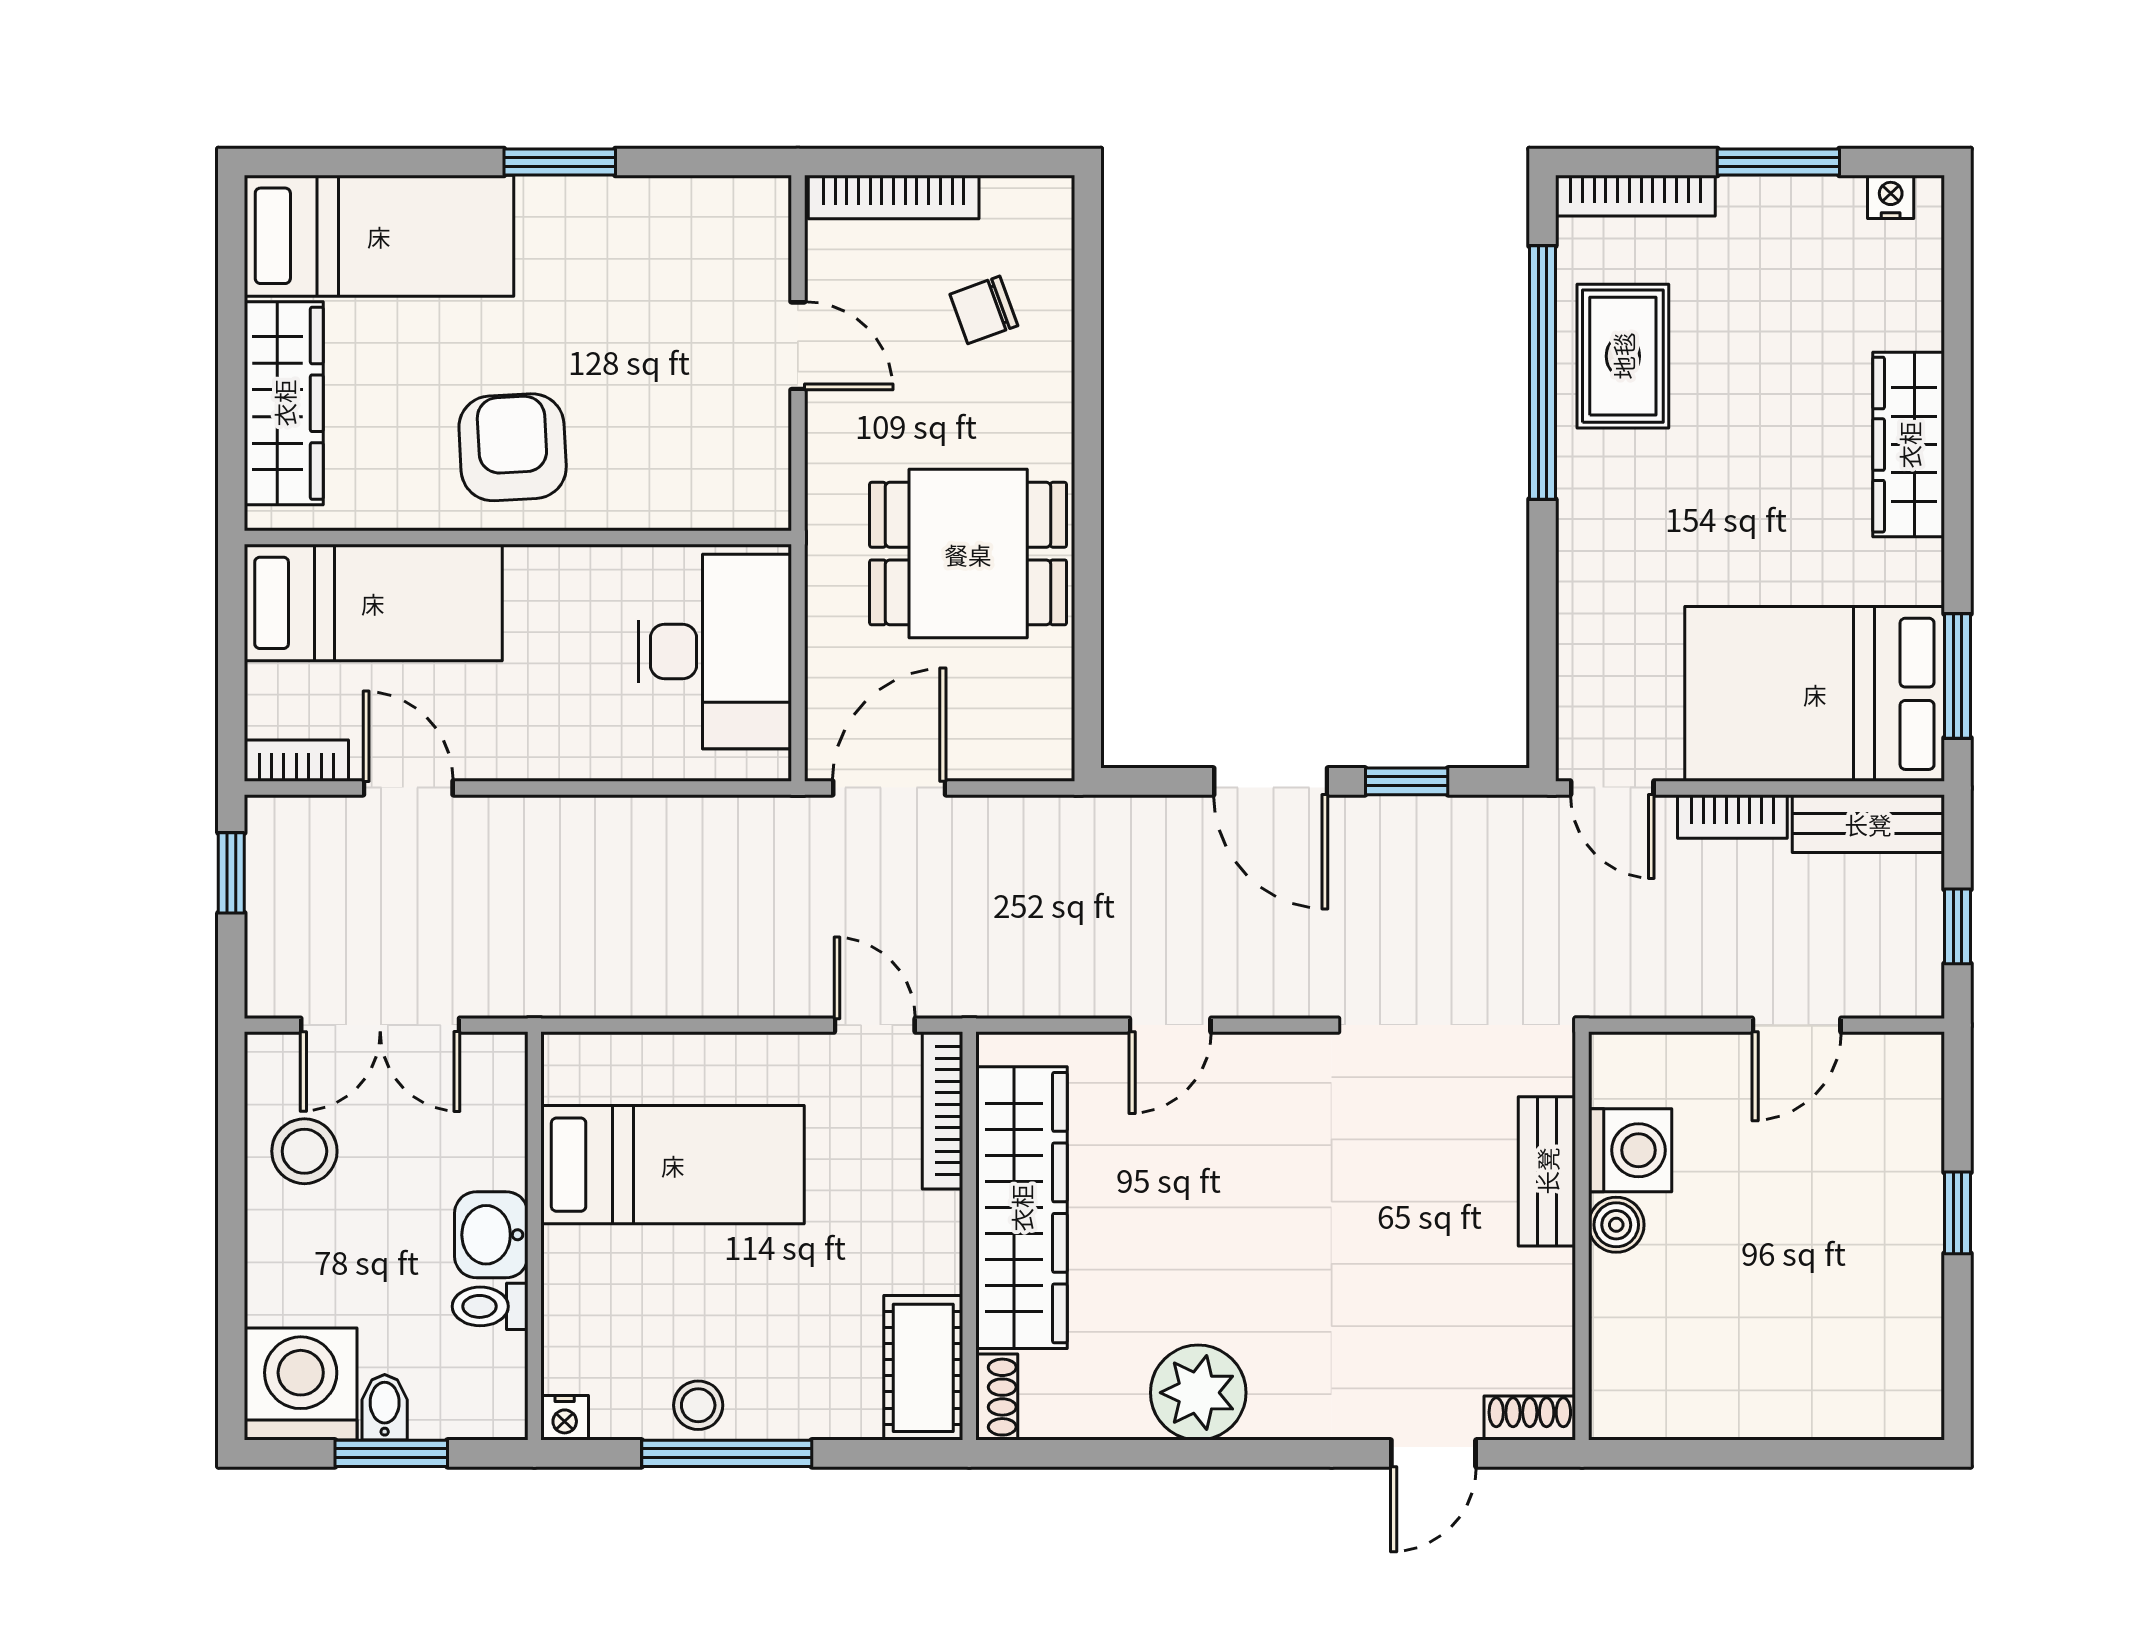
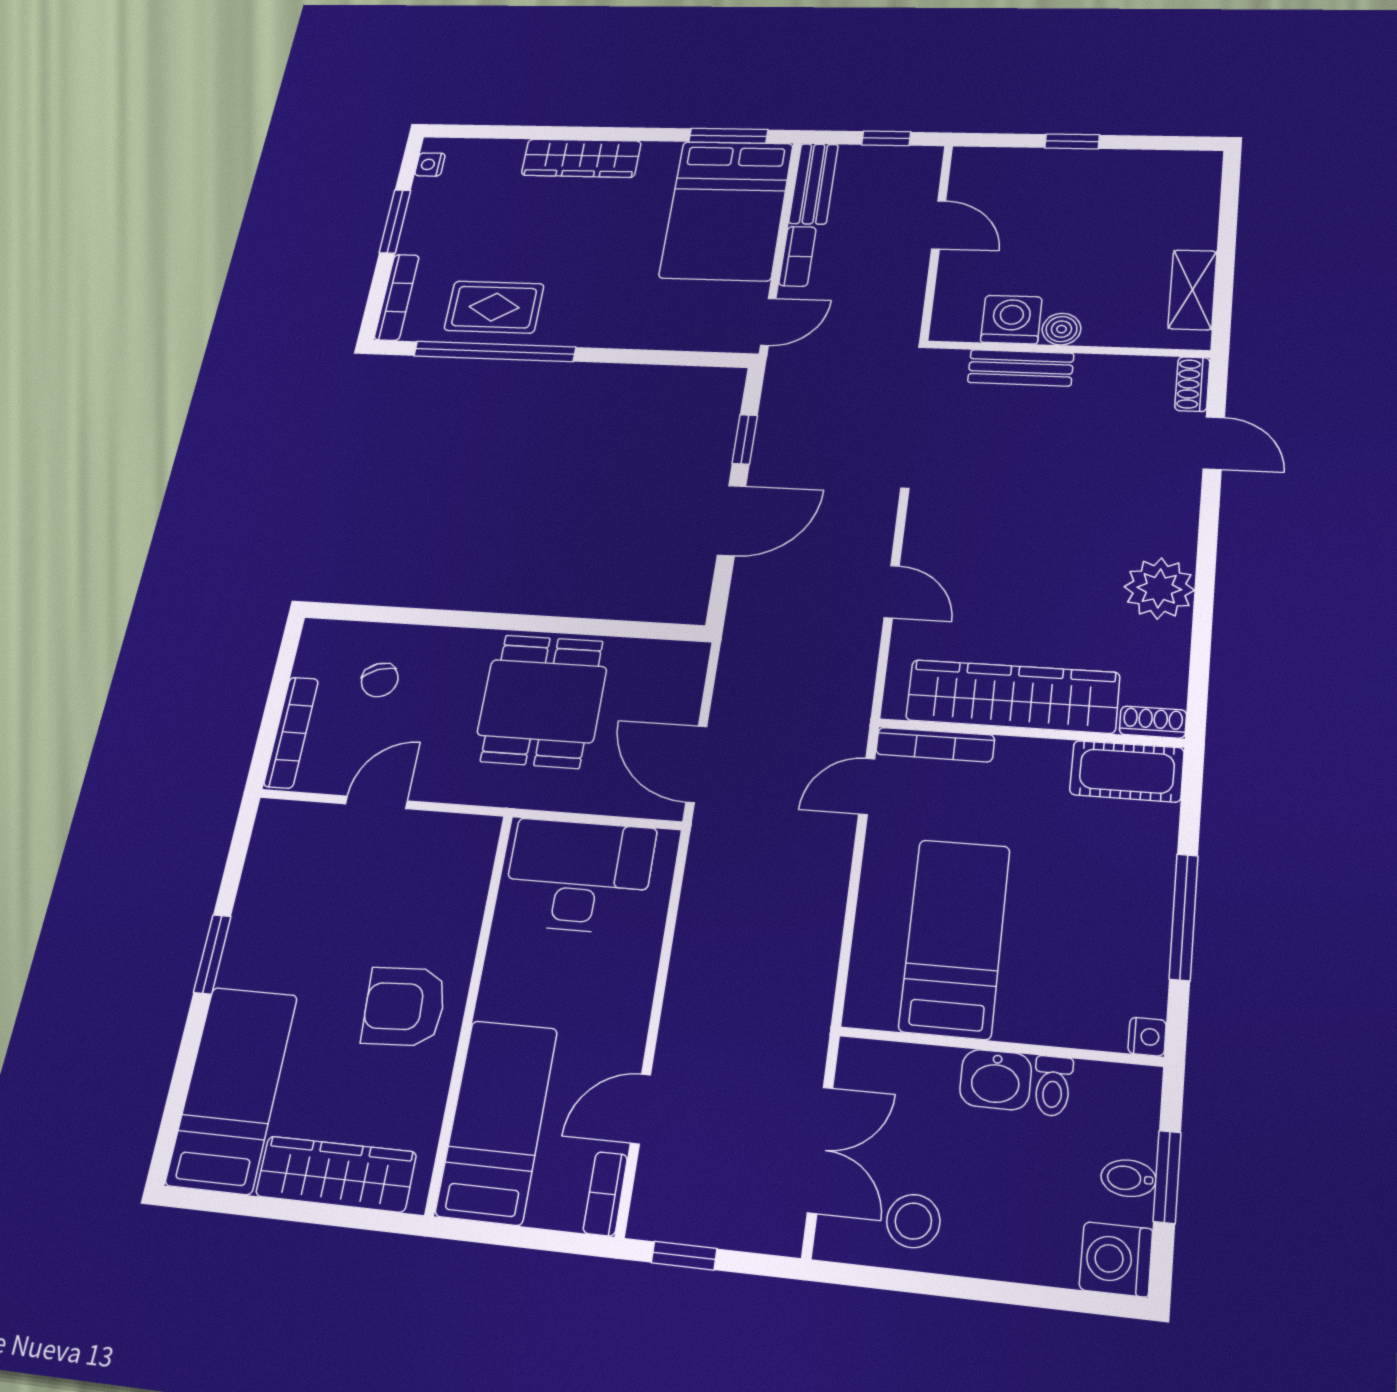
washing machine: (301, 1384) -> (1116, 1259), width x0.73, depth x0.73
stool: (698, 1405) -> (1144, 935), removed
shelving: (1692, 1409) -> (1192, 290), added

